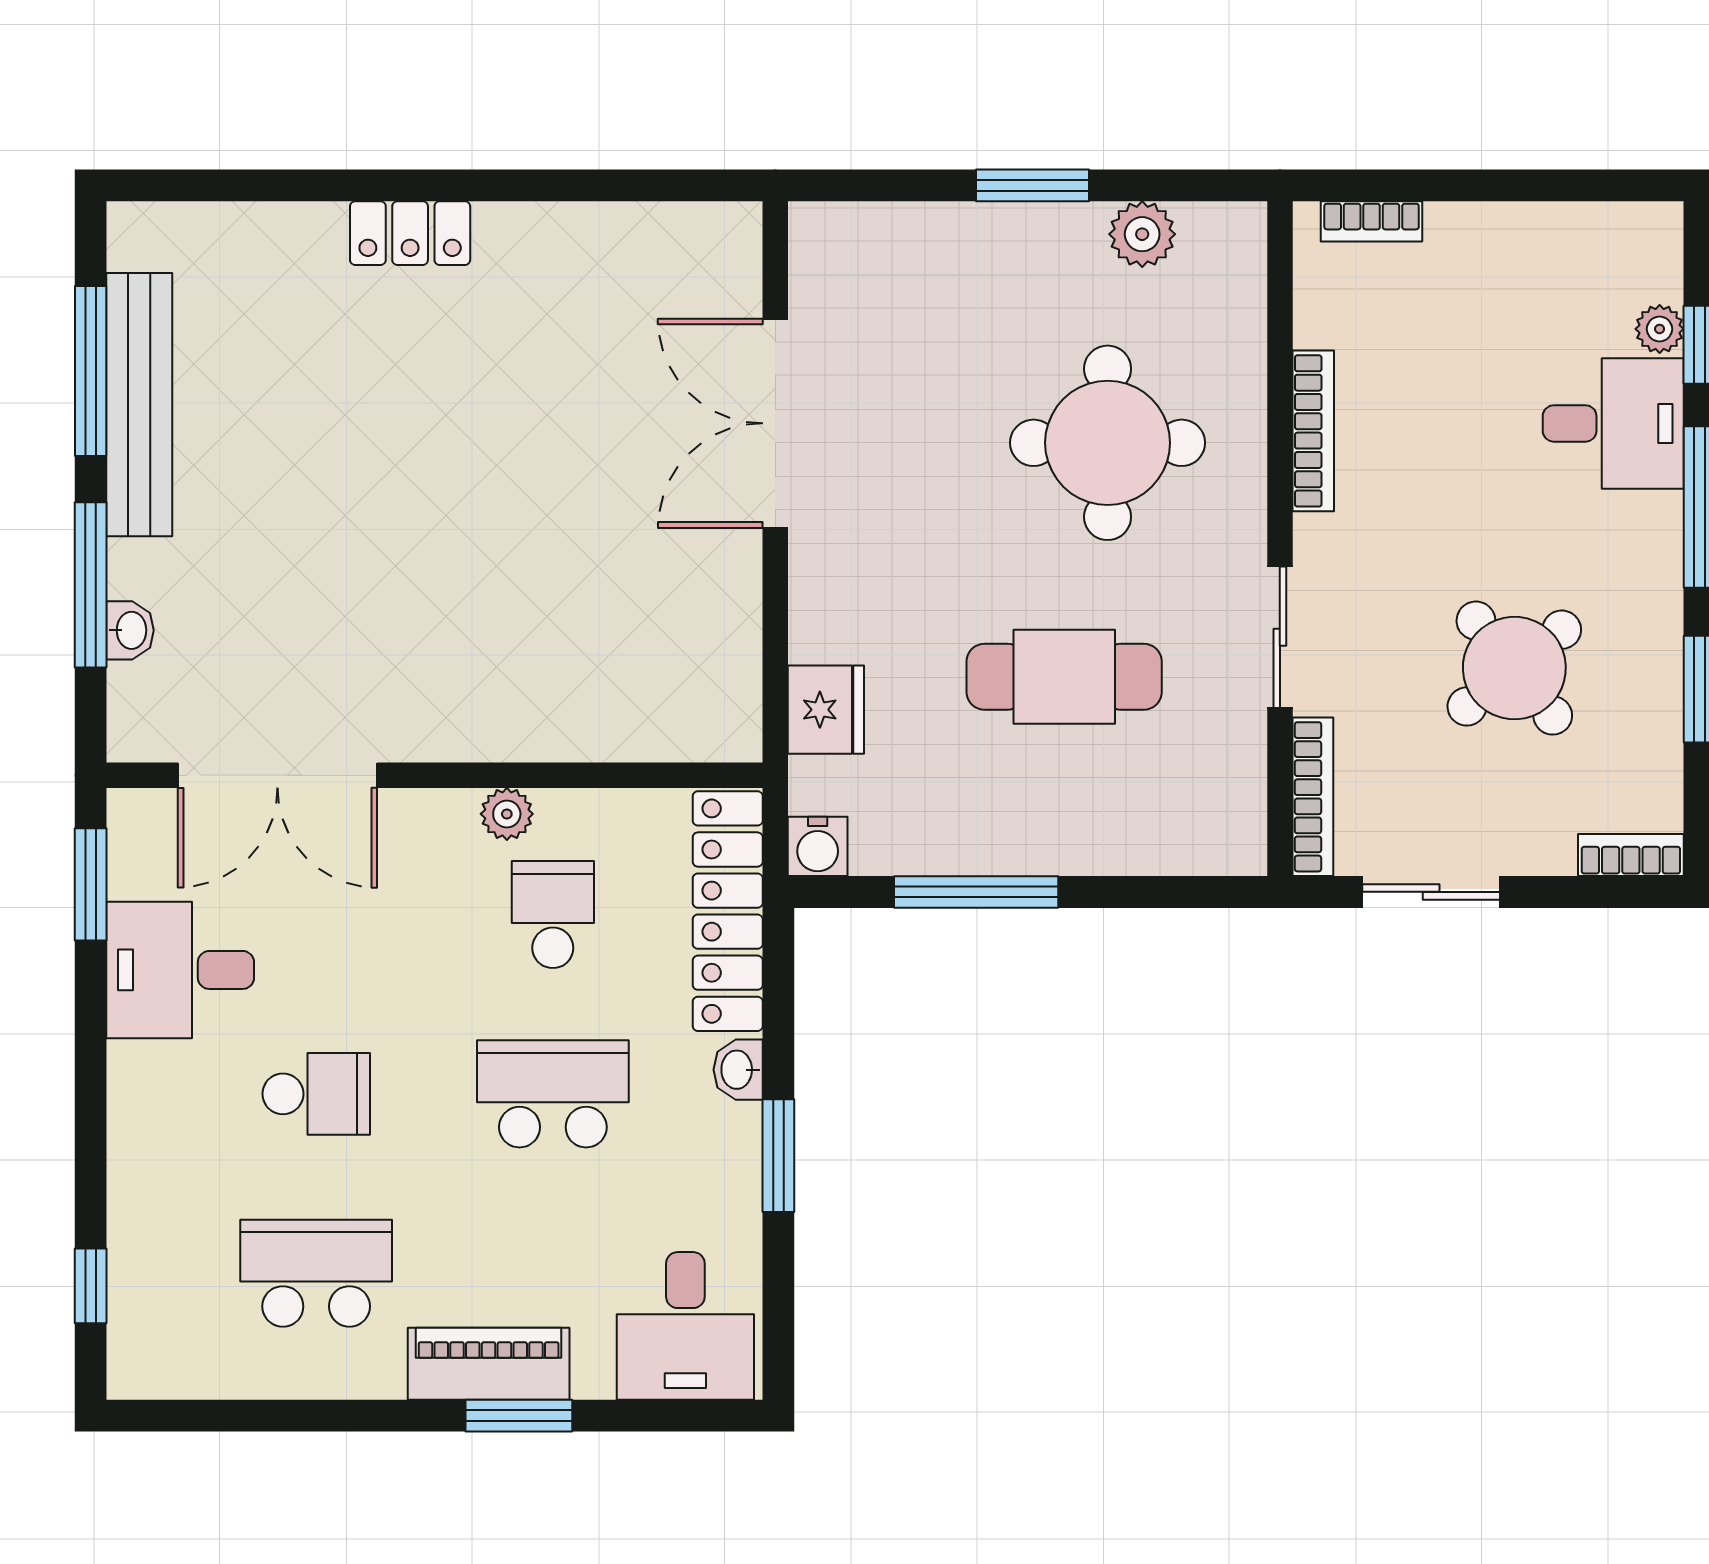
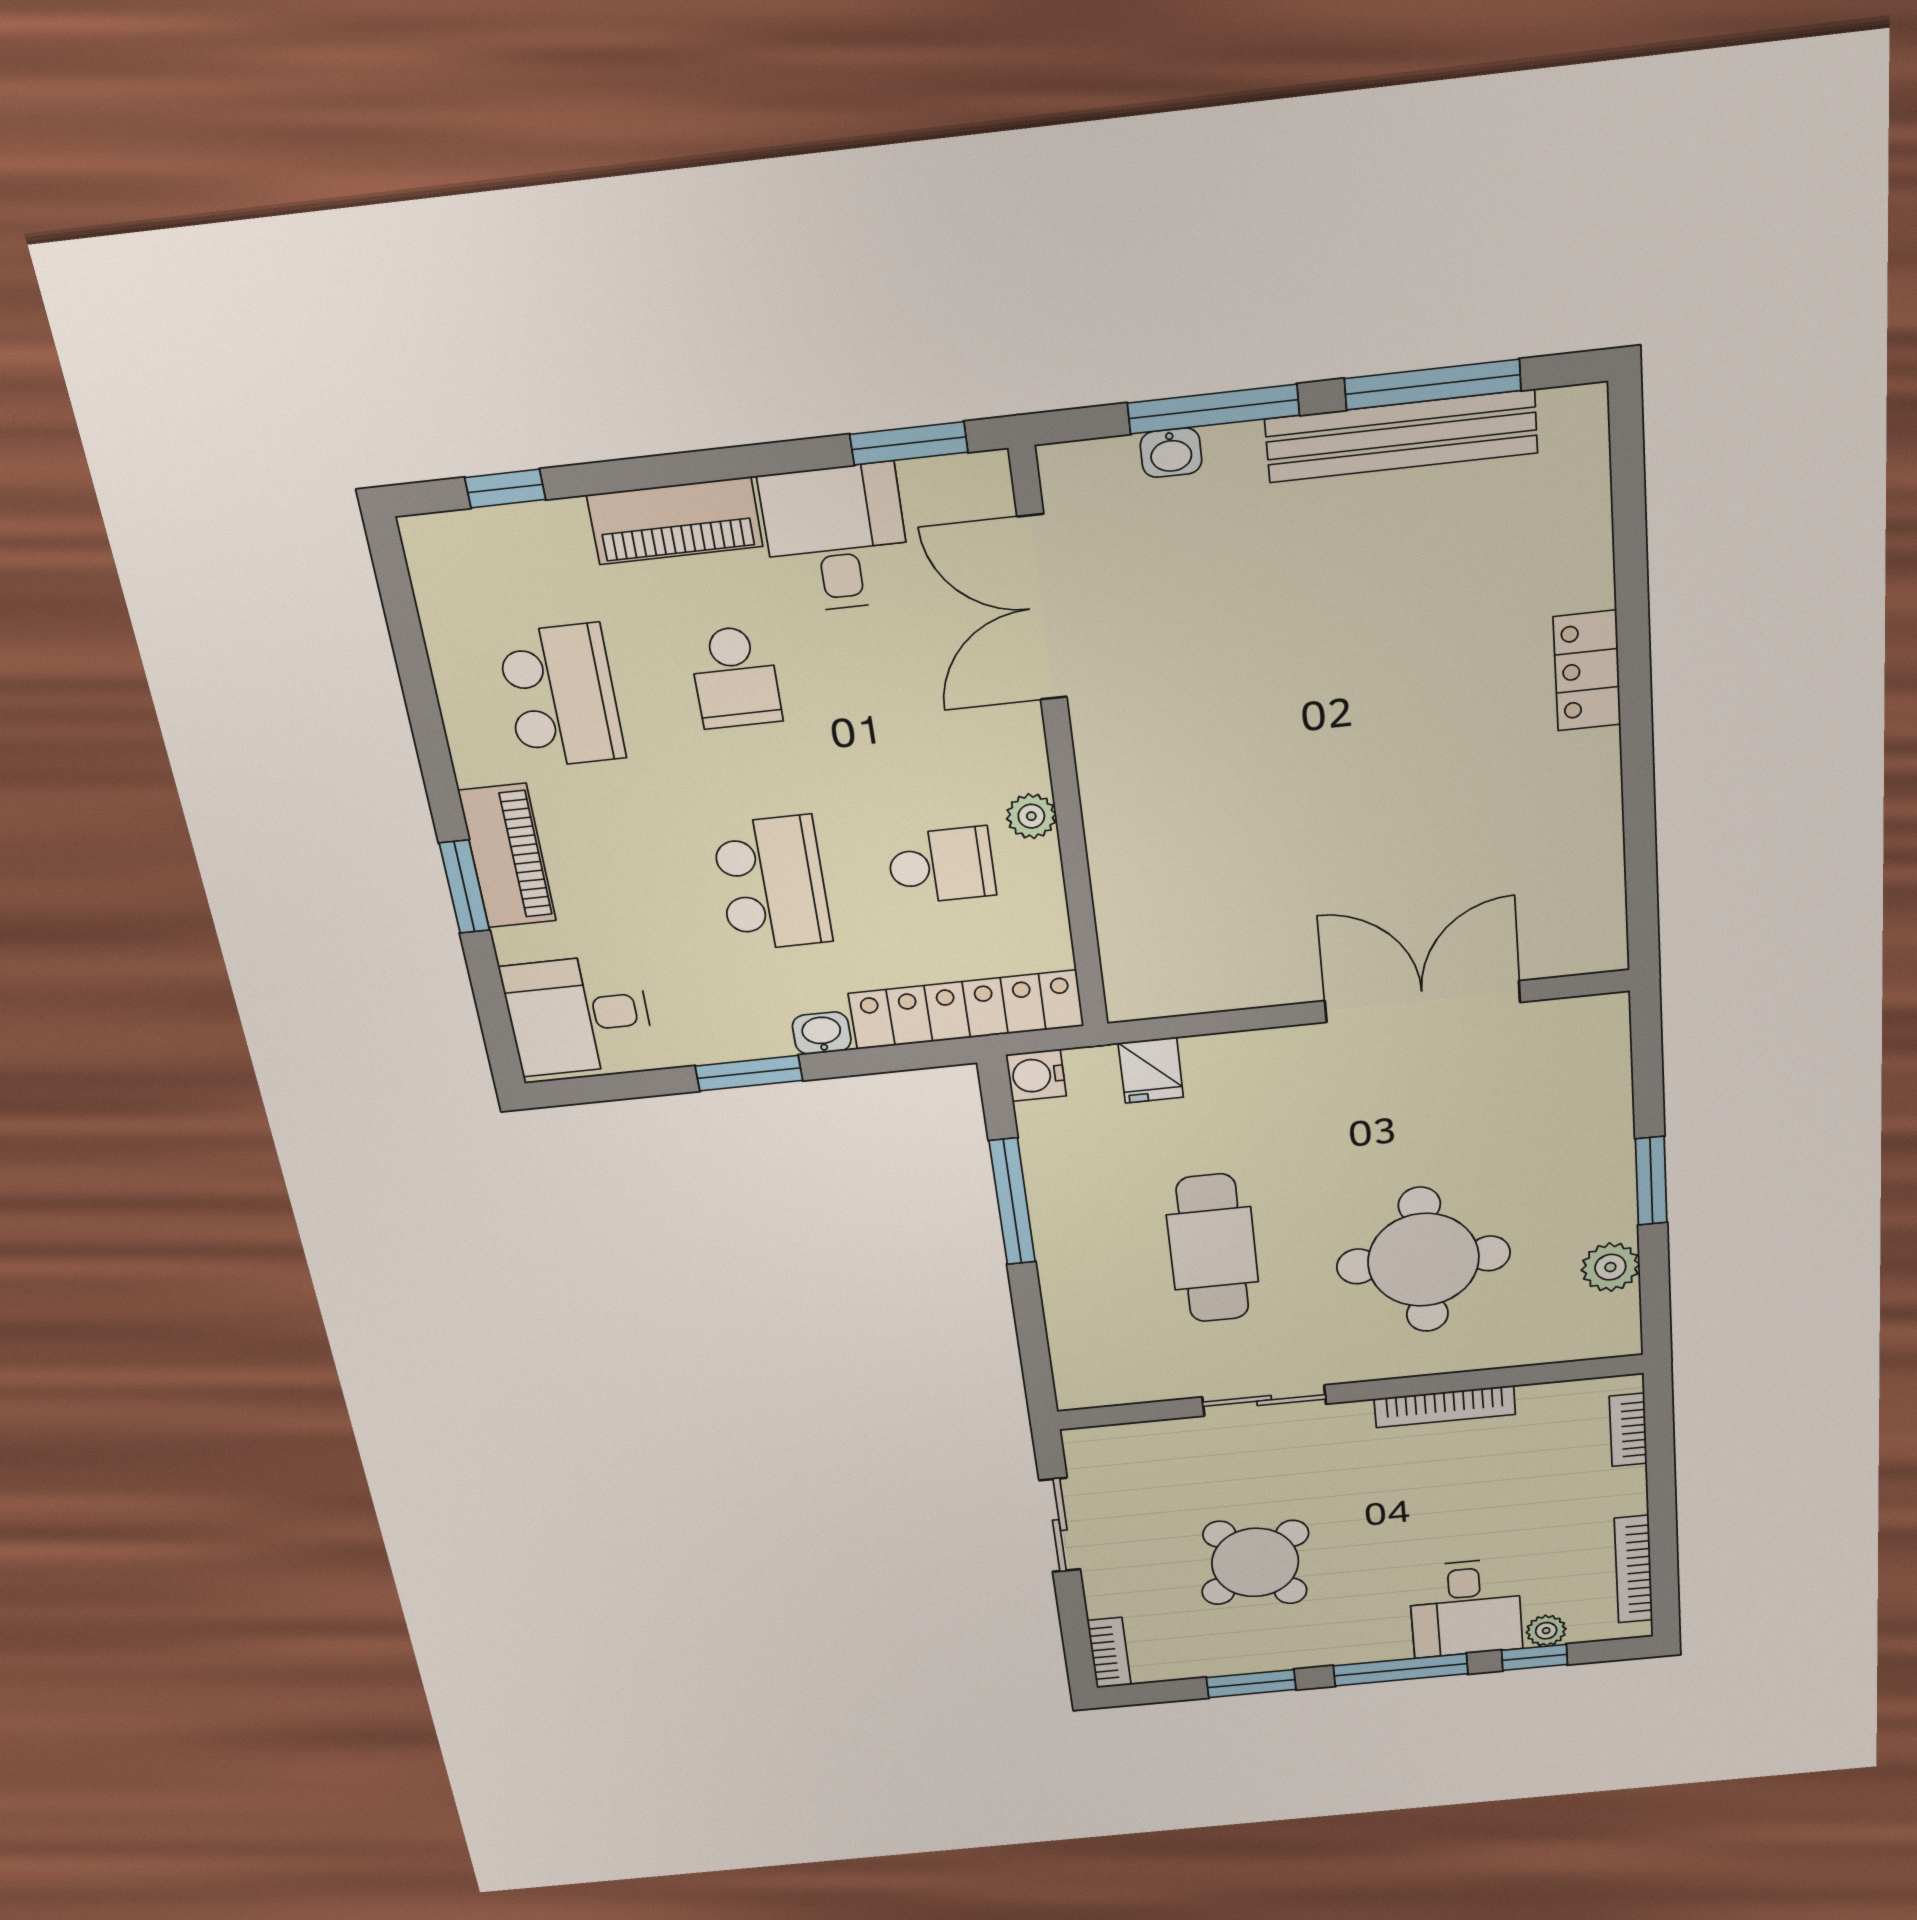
fridge: (826, 710) -> (1151, 1070), width x0.72
bookcase: (1313, 797) -> (1634, 1569), moved, turned 90
piano: (143, 1126) -> (675, 521), added

